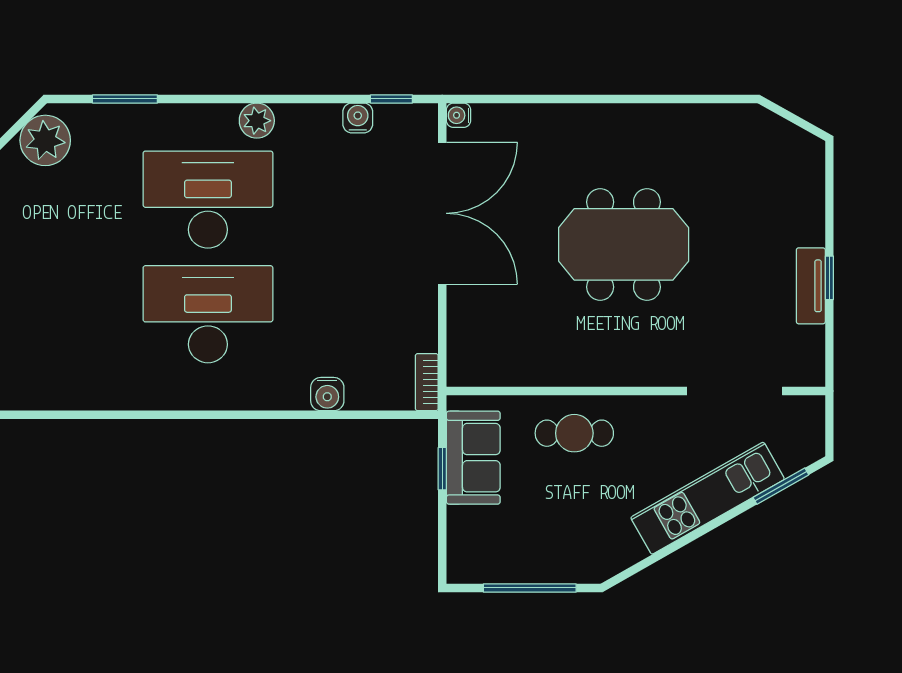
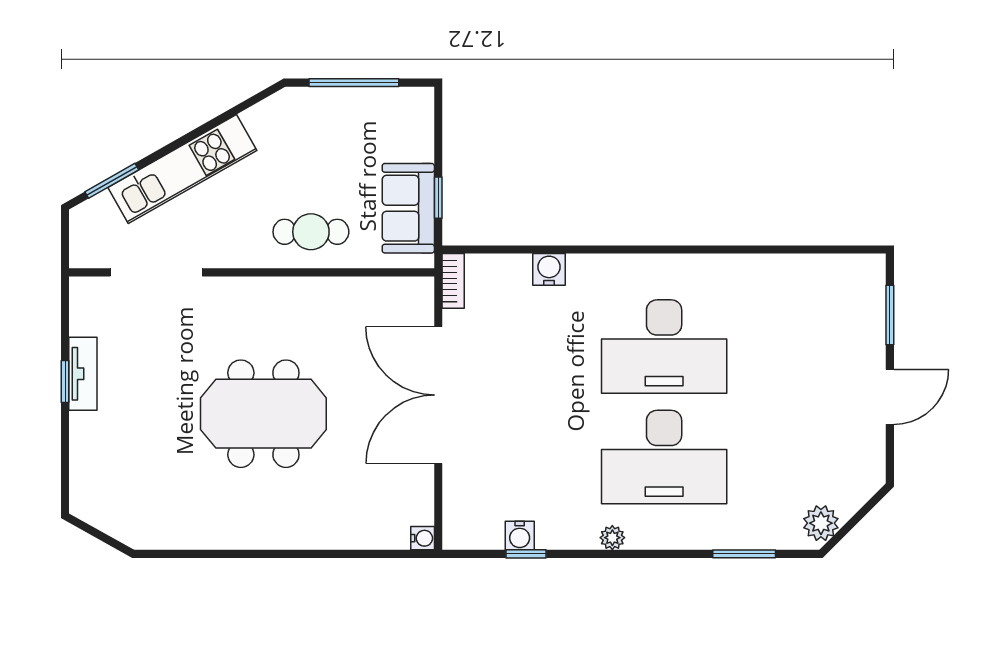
window: (391, 99) -> (526, 554), moved
plant: (257, 121) -> (612, 538), width x0.73, depth x0.73
plant: (45, 140) -> (821, 523), width x0.73, depth x0.73
double door: (442, 213) -> (438, 395), moved

